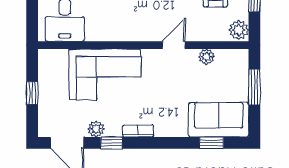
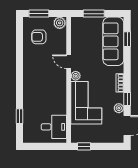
plant: (206, 57) -> (76, 76), moved
window: (32, 93) -> (84, 146), moved
sofa: (219, 120) -> (113, 41), width x1.36

